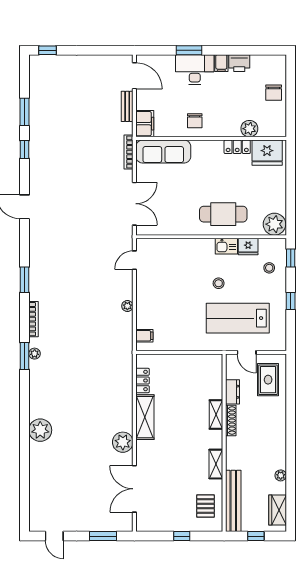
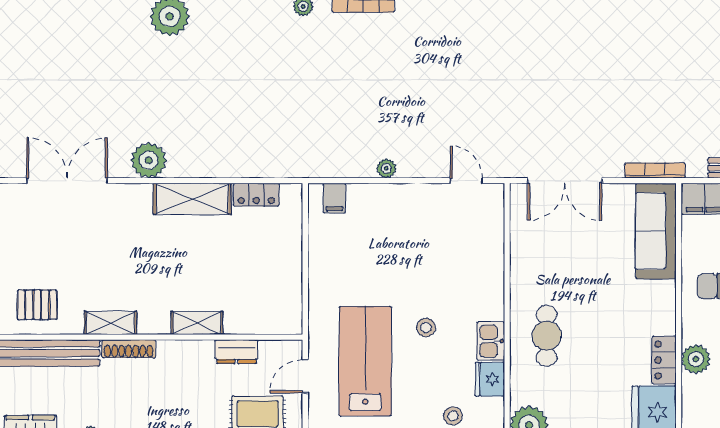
plant: (249, 129) -> (696, 359), moved
cafe table: (223, 214) -> (547, 336), width x0.73, depth x0.74
shoe rack: (231, 421) -> (129, 349), moved

